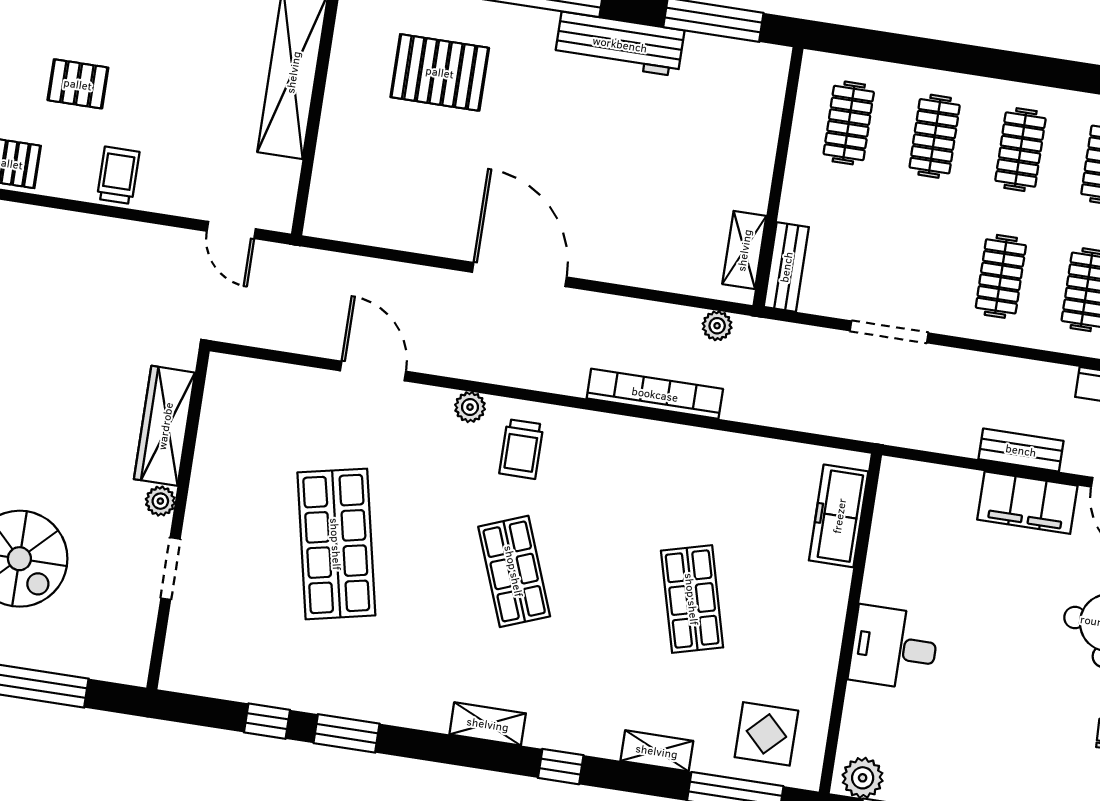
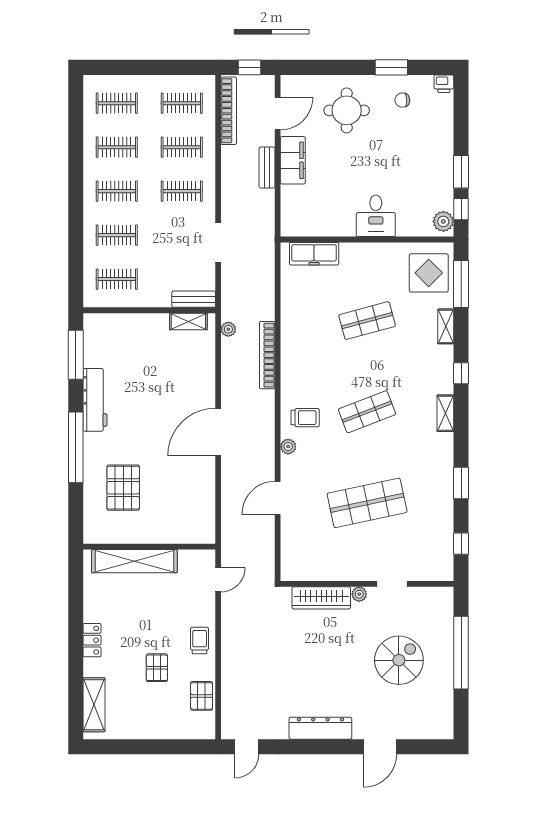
trolley: (118, 175) -> (200, 641), turned 90
window: (267, 721) -> (461, 544), moved
display table: (766, 734) -> (429, 273), width x1.36, depth x1.36

